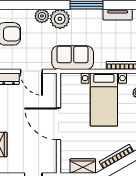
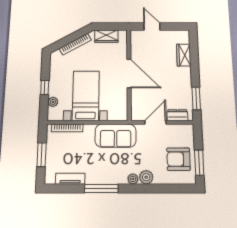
plant: (60, 19) -> (133, 179), width x0.53, depth x0.53
door: (31, 71) -> (155, 122), hinge flipped

